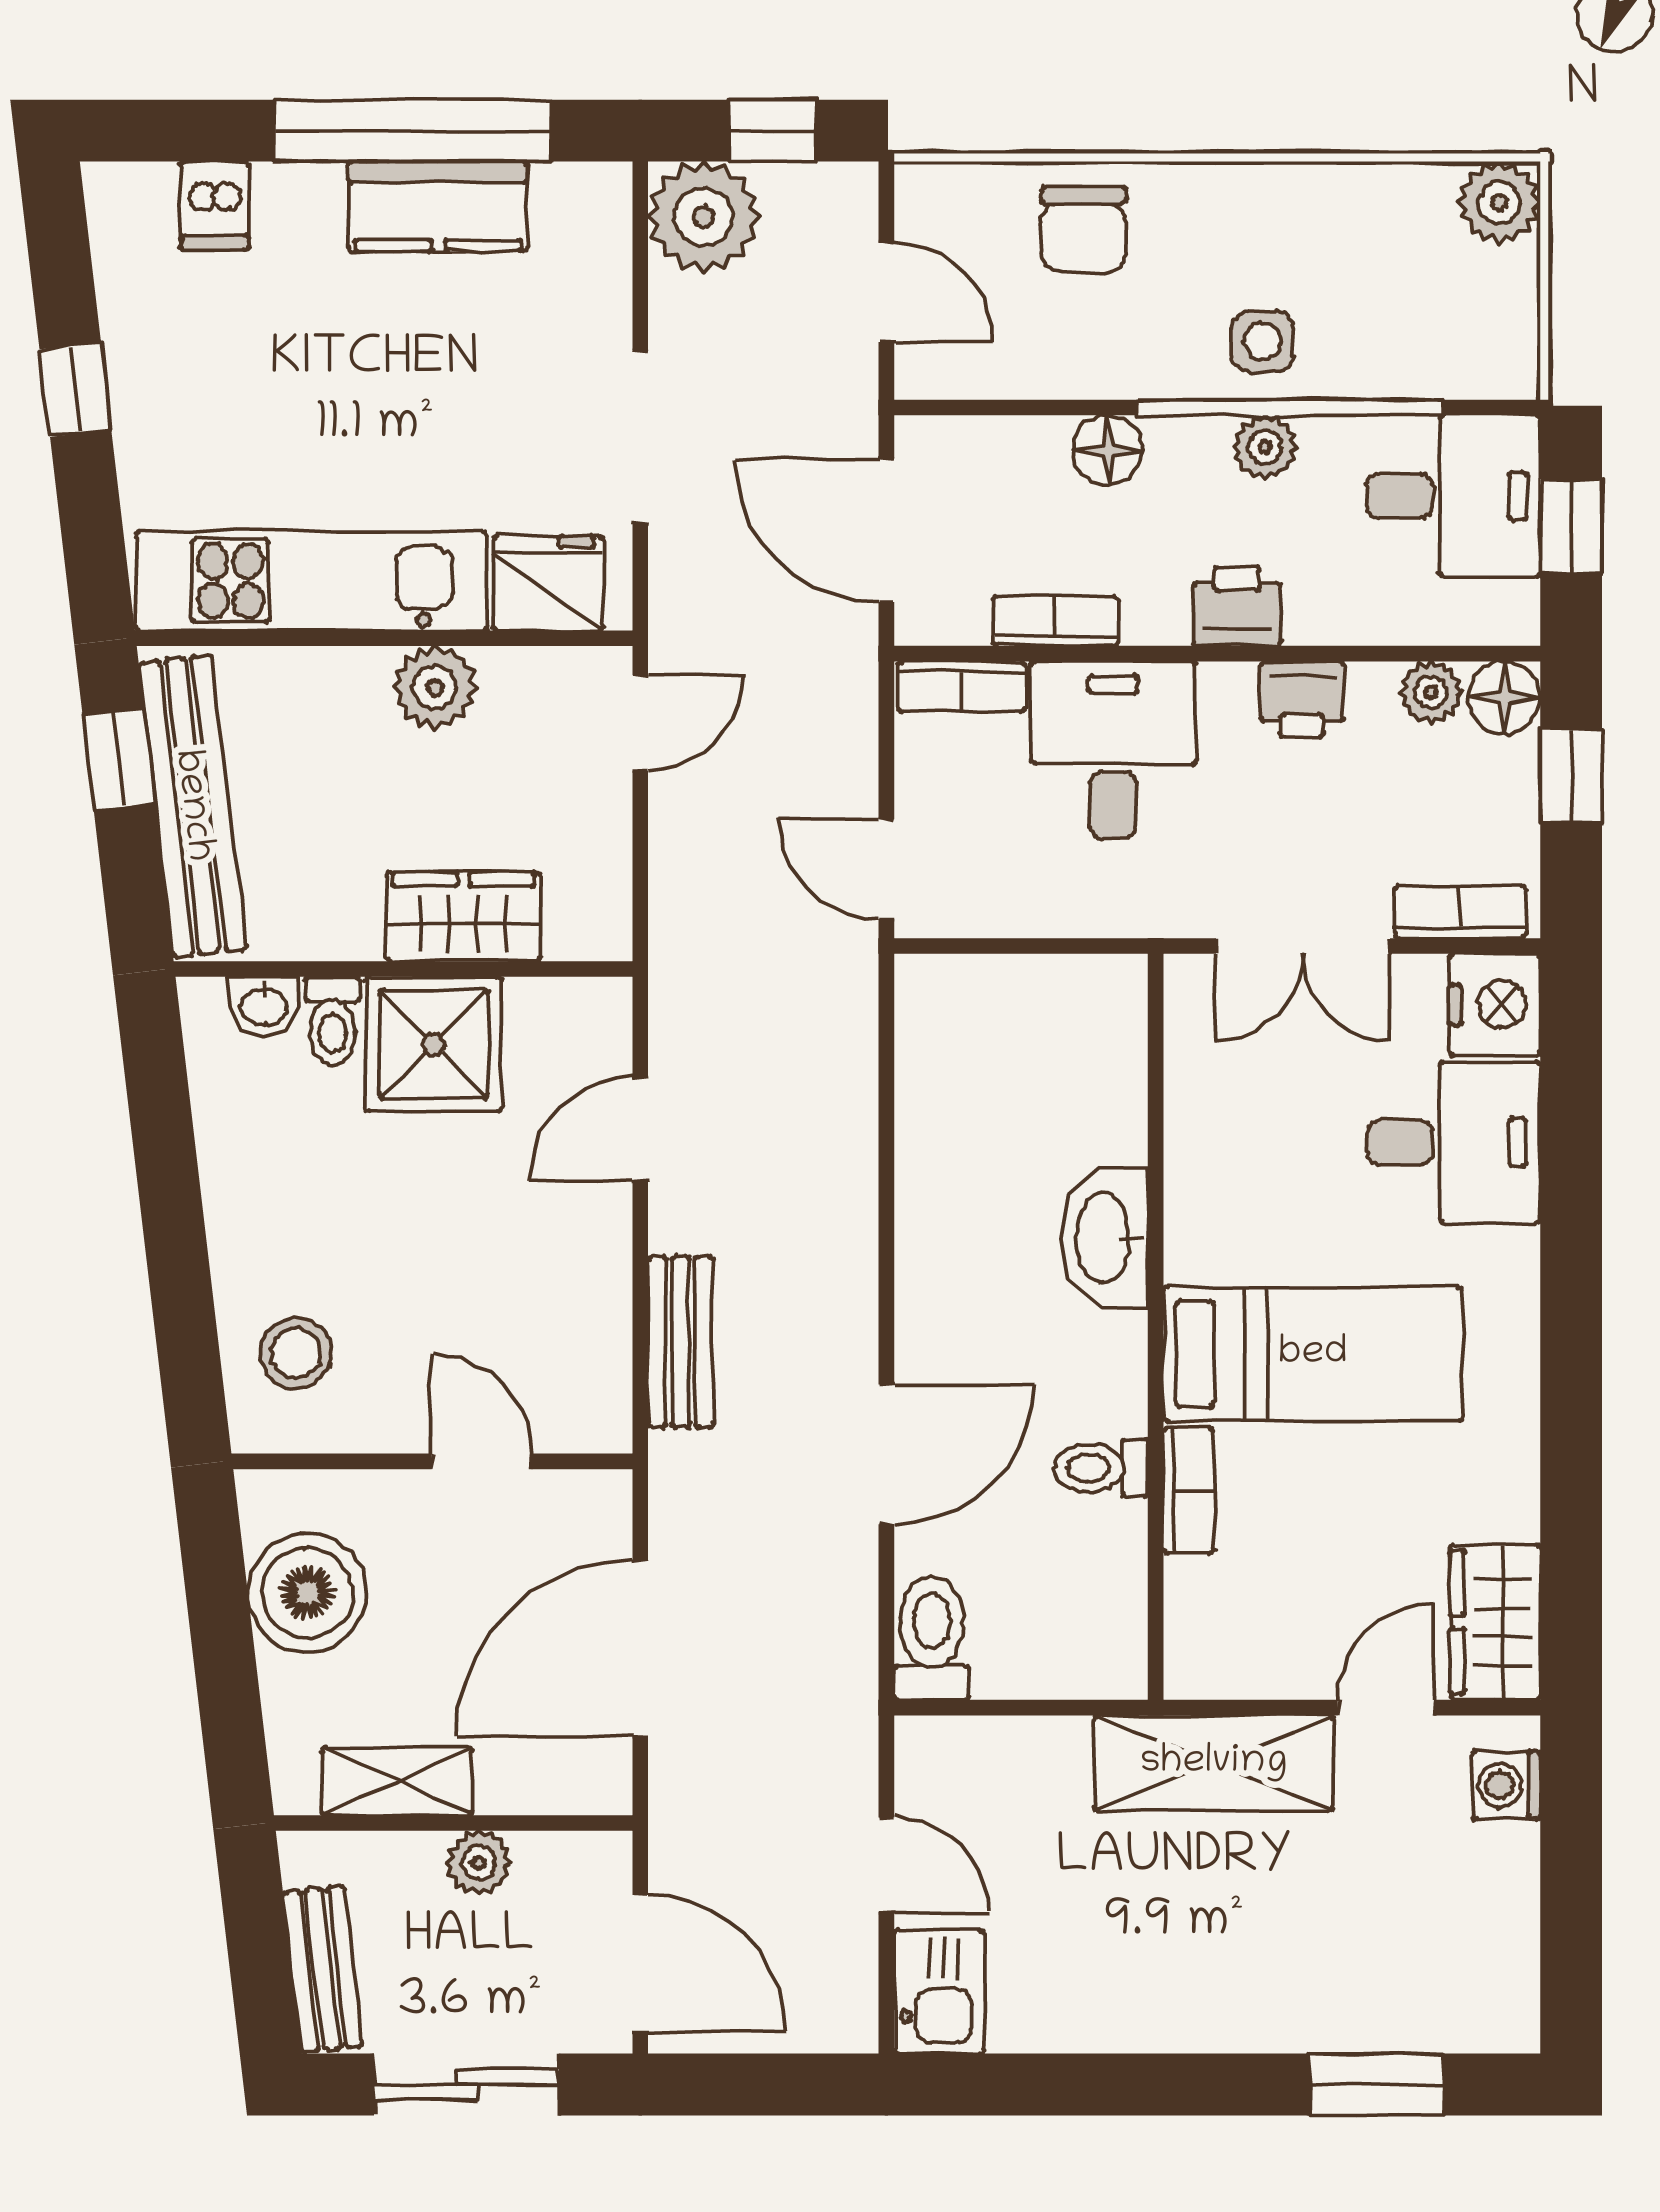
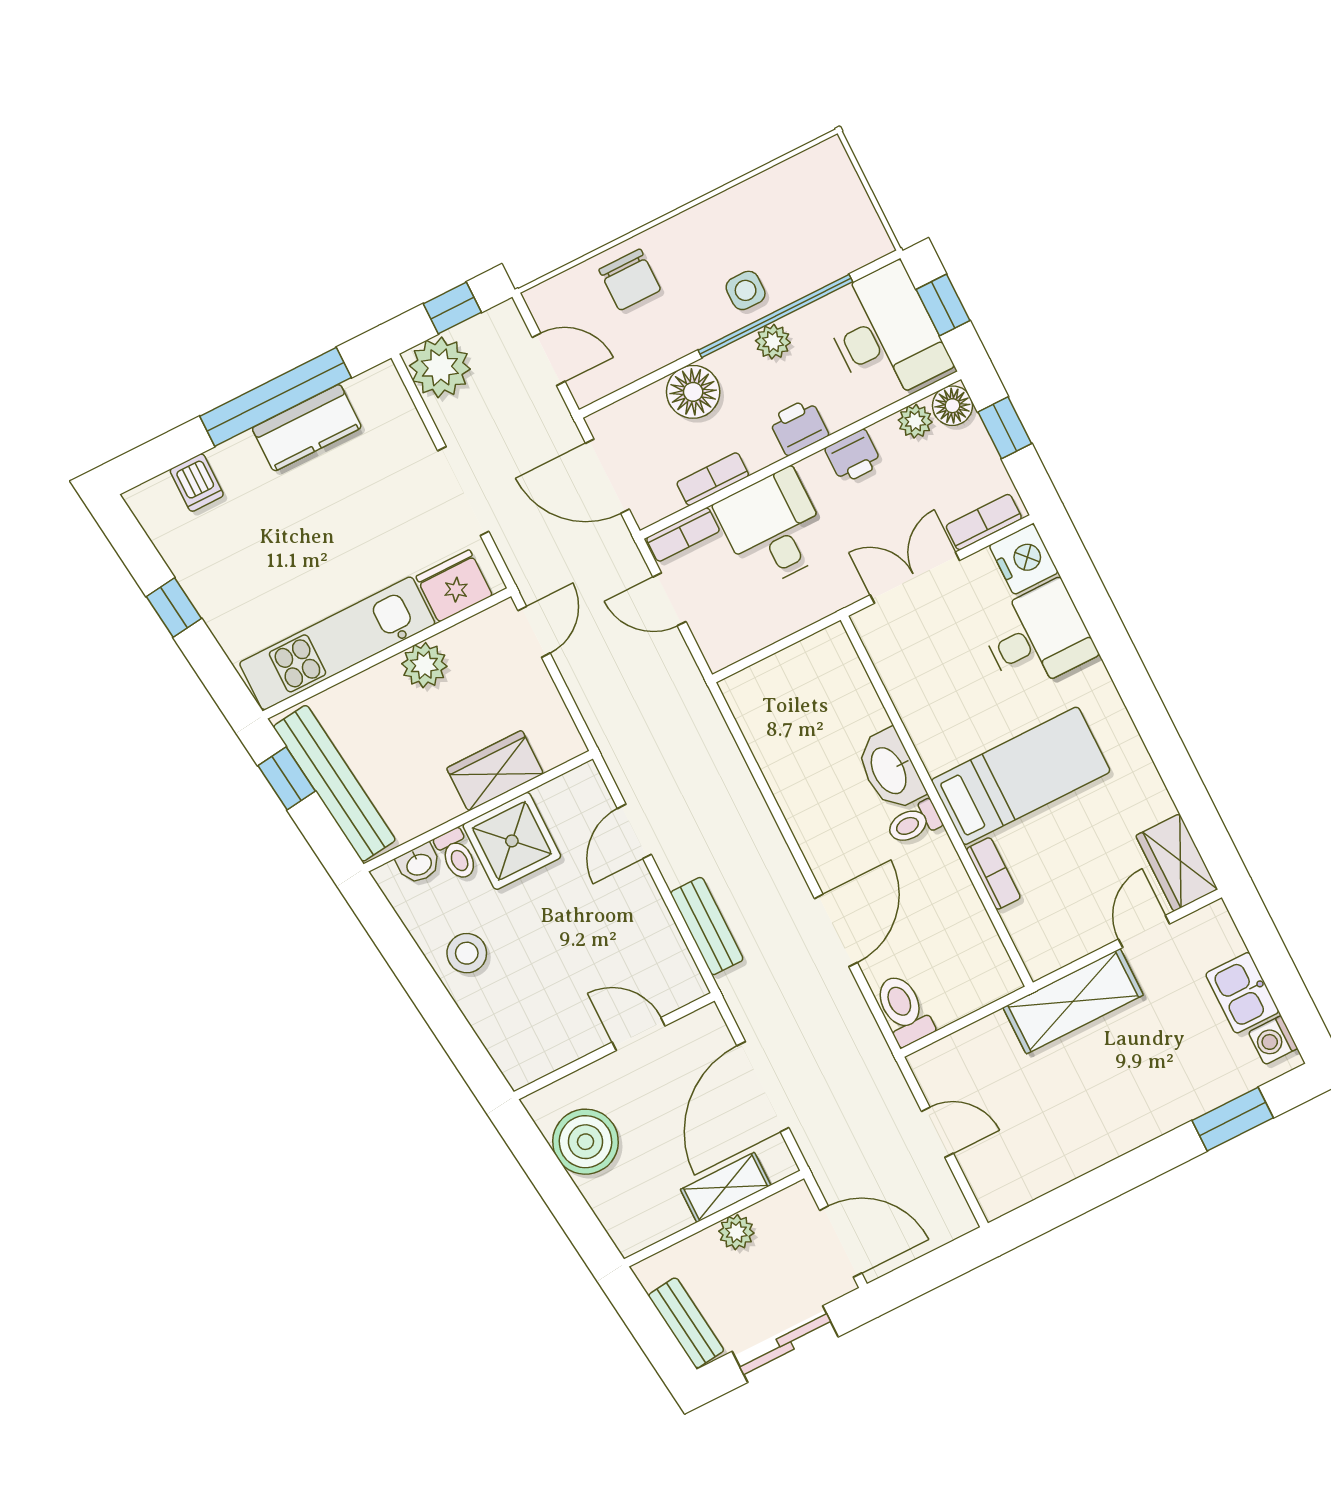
plant: (1499, 202) -> (828, 163), removed
floor lamp: (1108, 450) -> (693, 392), width x1.38, depth x1.38
desk: (1453, 496) -> (885, 334), width x1.37
door: (886, 869) -> (669, 599), moved
double door: (1303, 946) -> (915, 578), swing flipped
stool: (296, 1353) -> (467, 953), moved
toilet: (1101, 1468) -> (914, 823), moved
shelving: (397, 1781) -> (726, 1187), moved
washing machine: (1506, 1785) -> (1273, 1040), moved
kitchen sink: (939, 1992) -> (1242, 993), moved, turned 180

